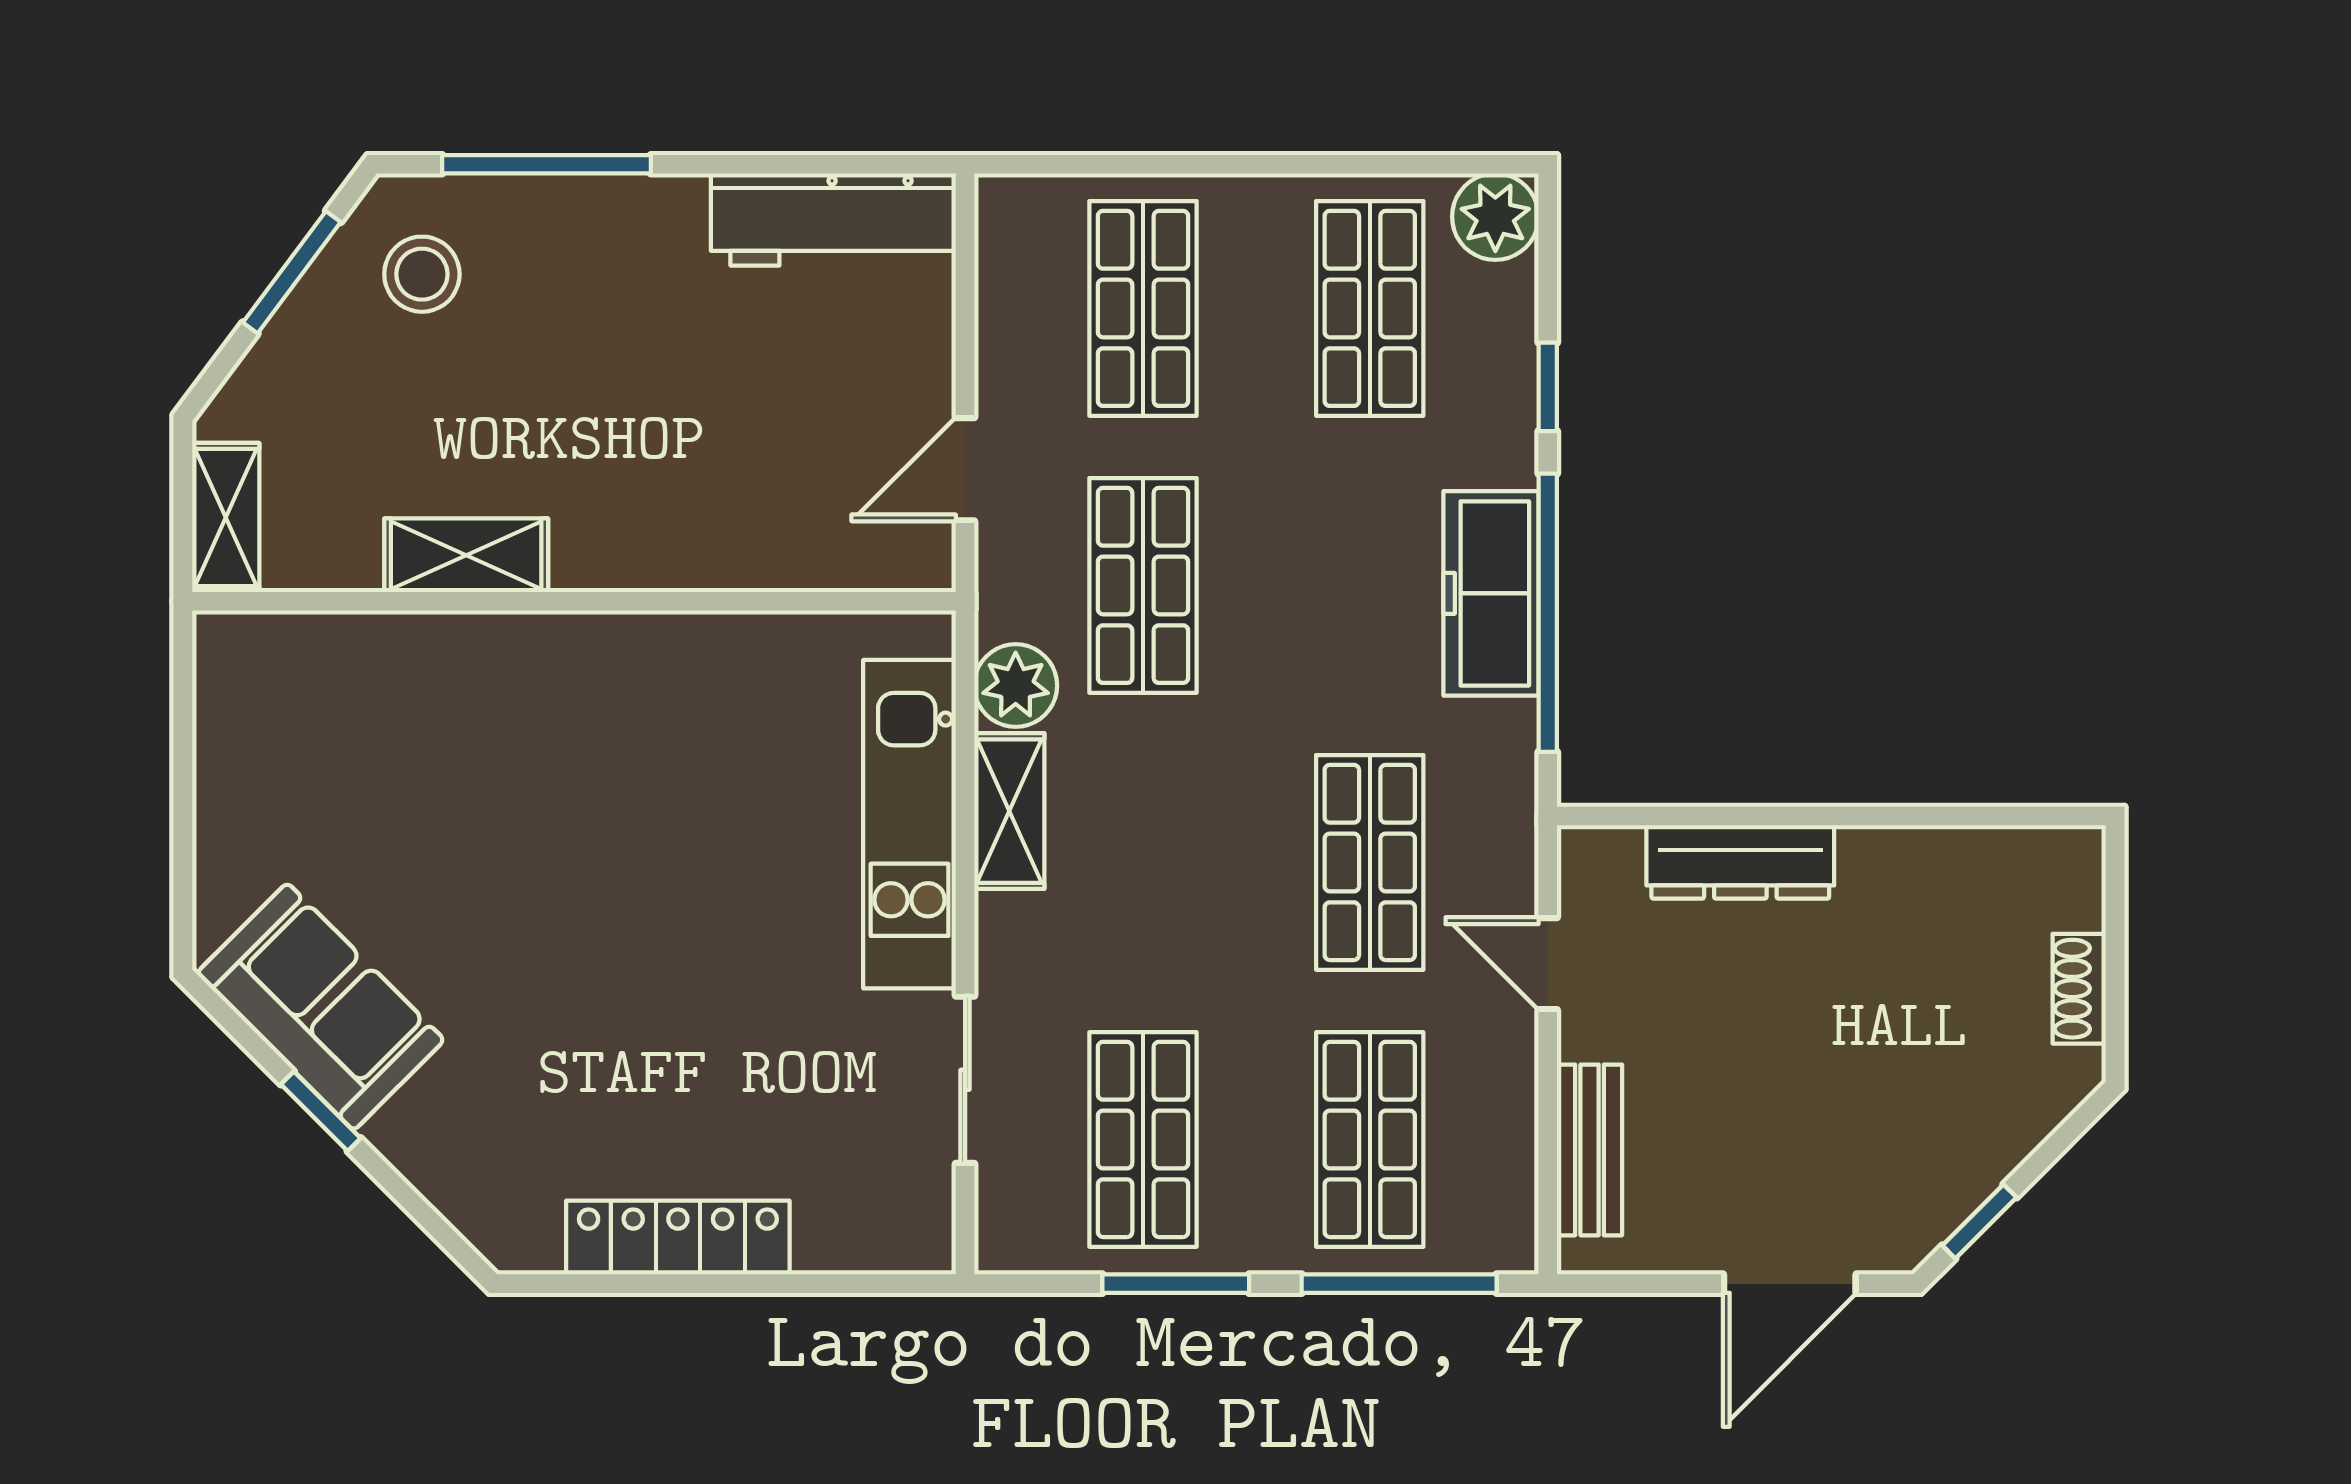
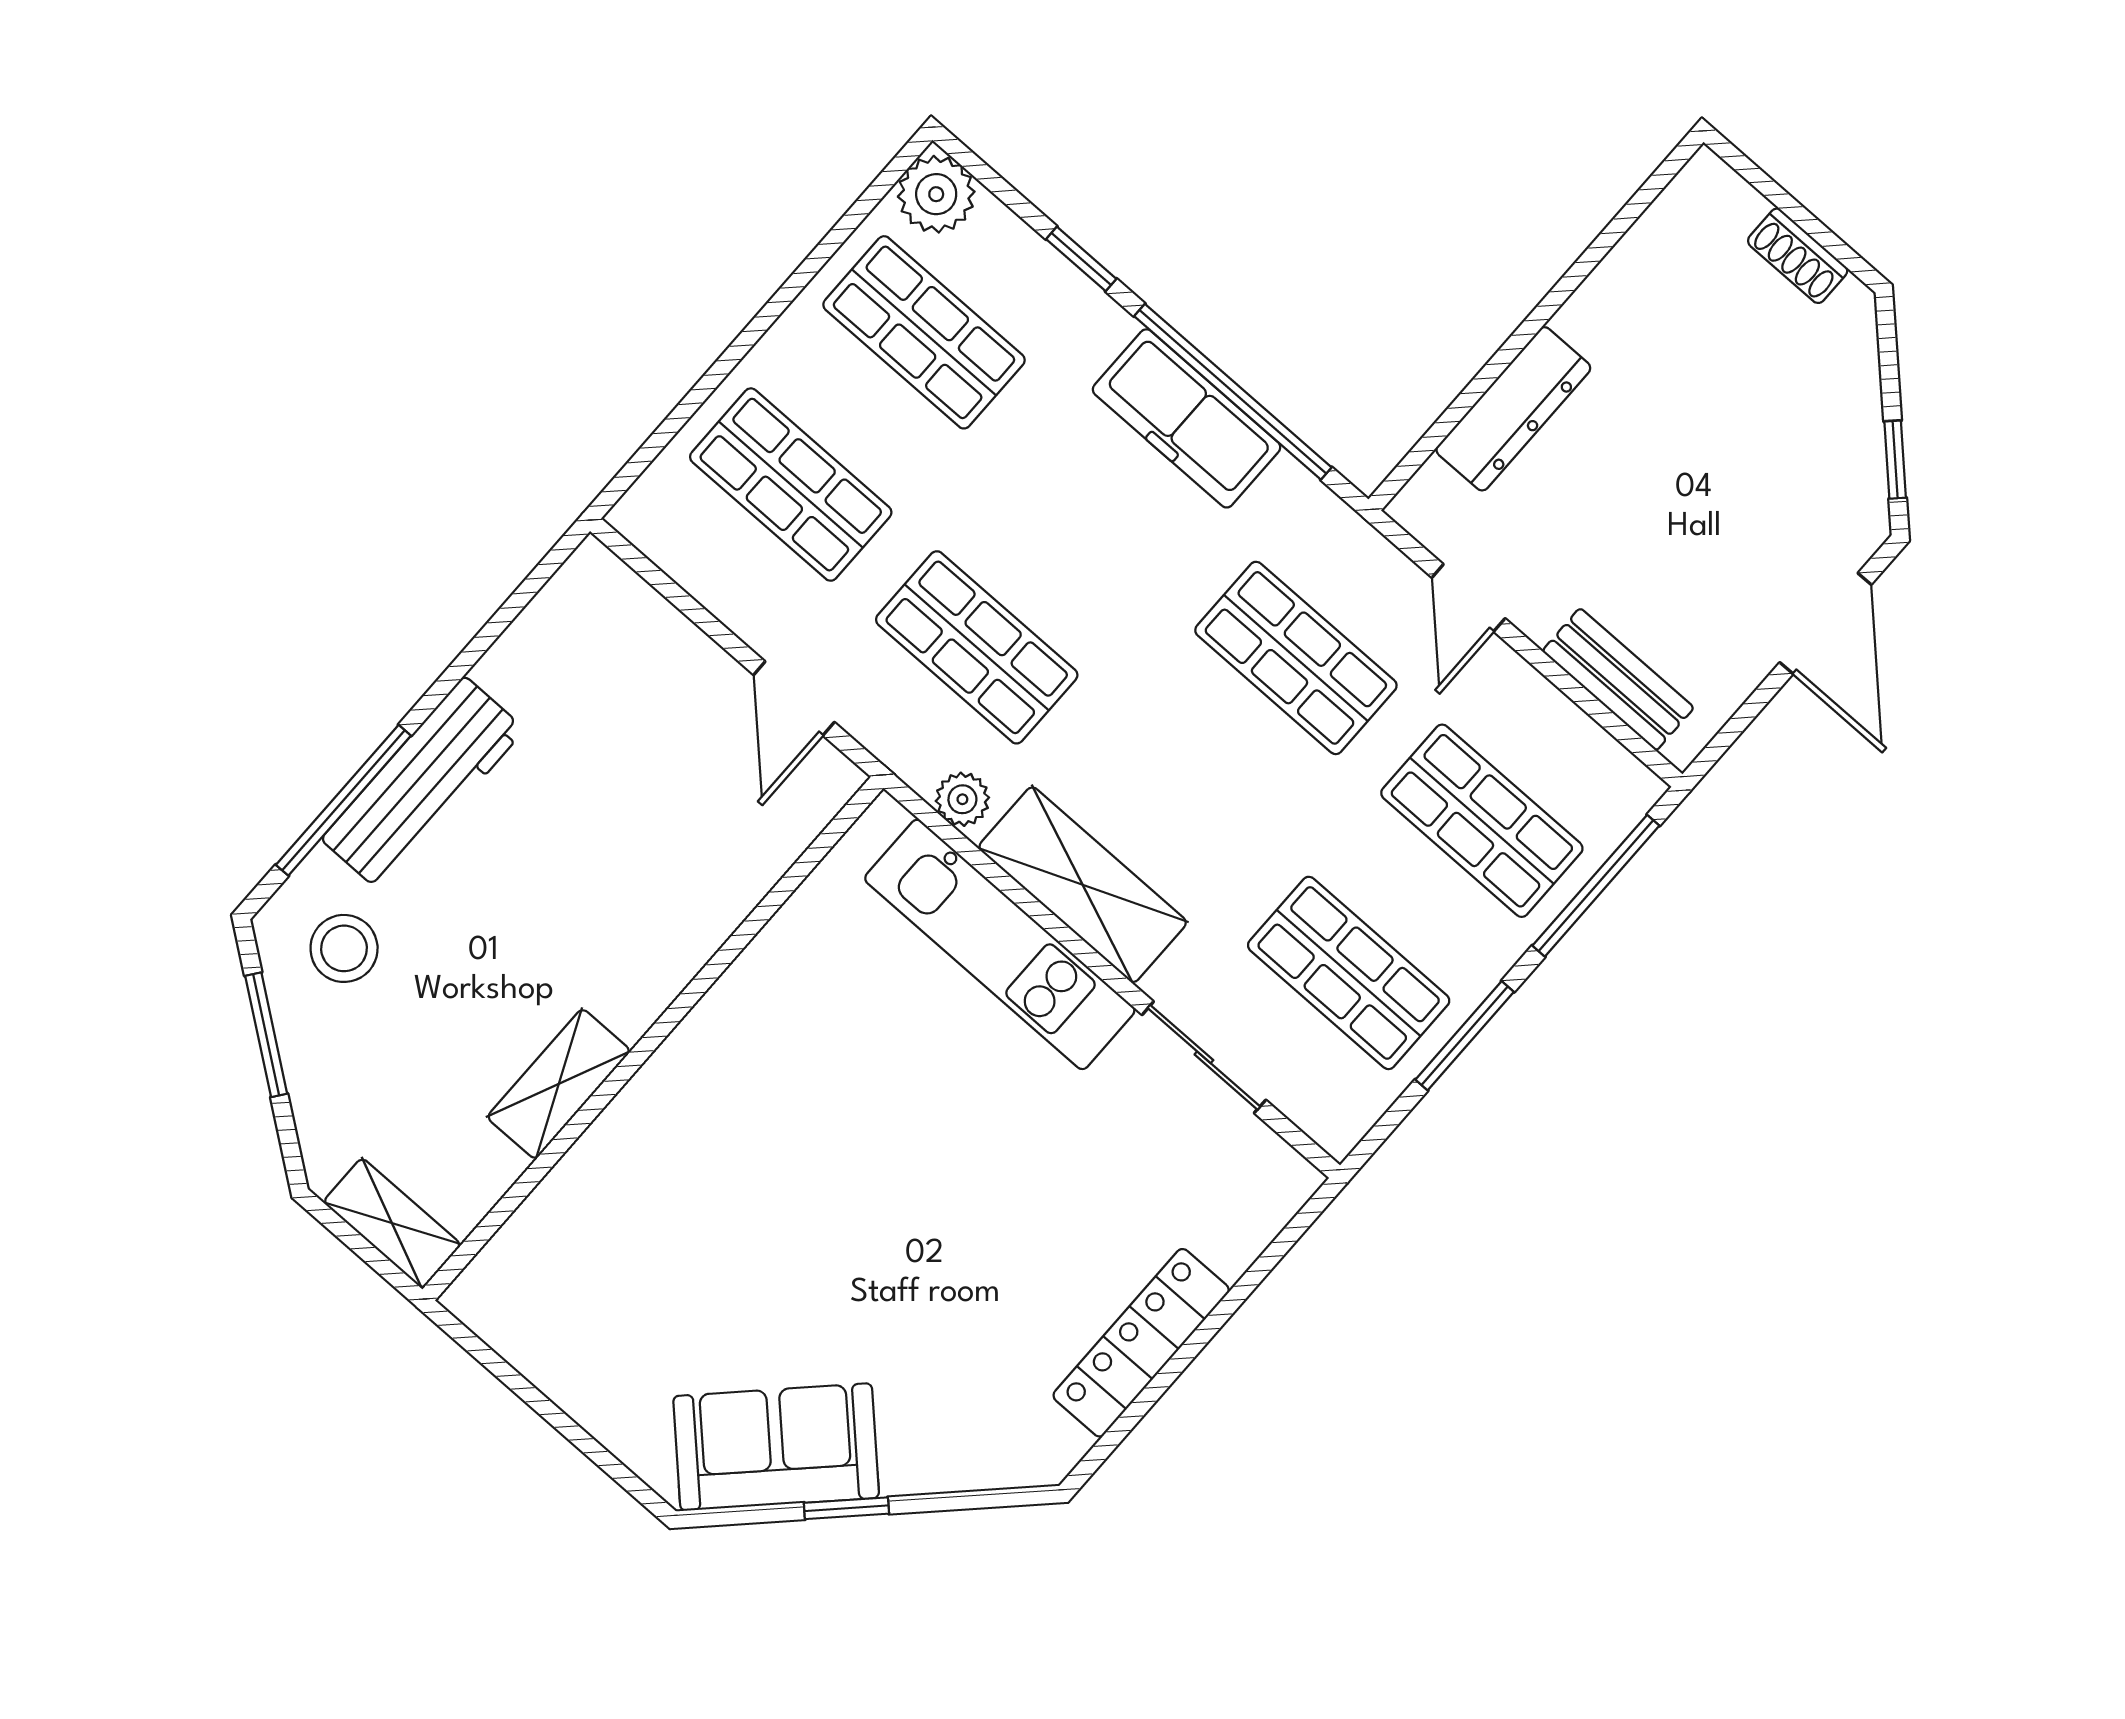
workbench: (833, 219) -> (423, 784), moved
plant: (1016, 686) -> (962, 799), width x0.73, depth x0.73
shelving: (1009, 811) -> (1083, 885), width x1.50, depth x1.33
door: (1548, 964) -> (1469, 598), hinge flipped

